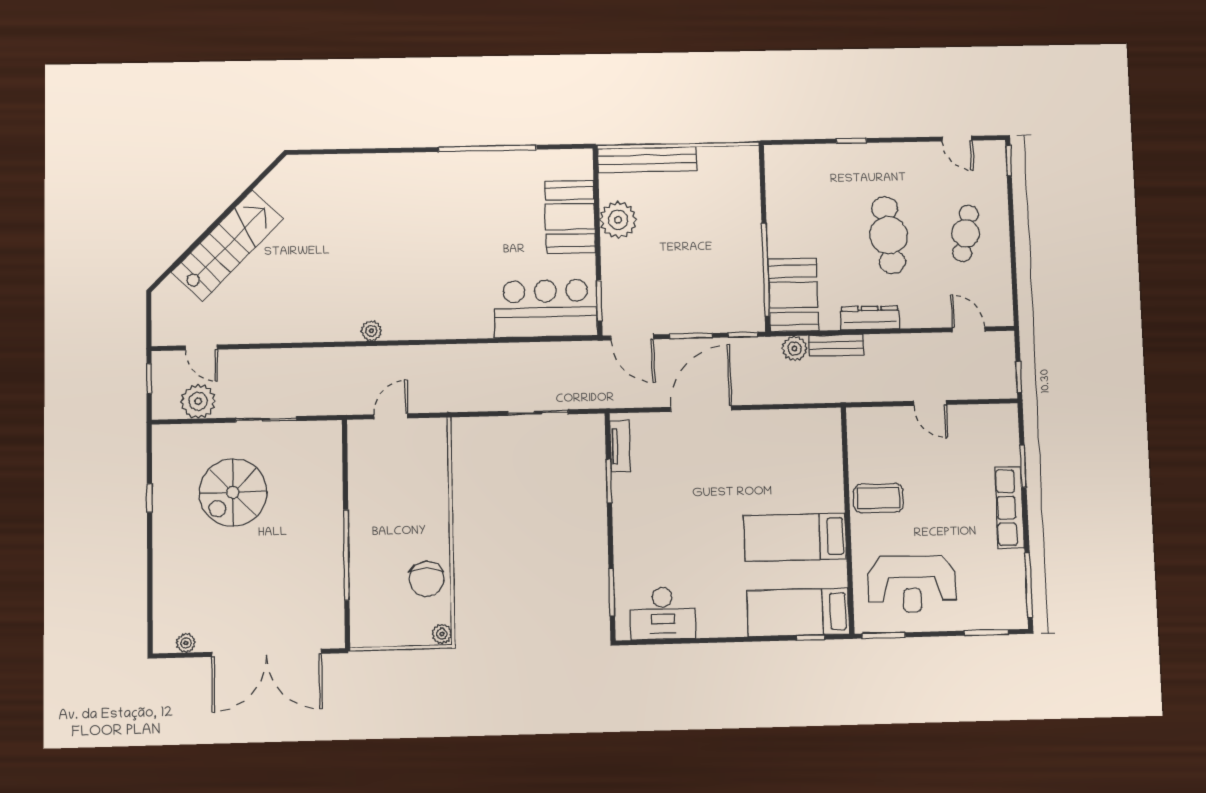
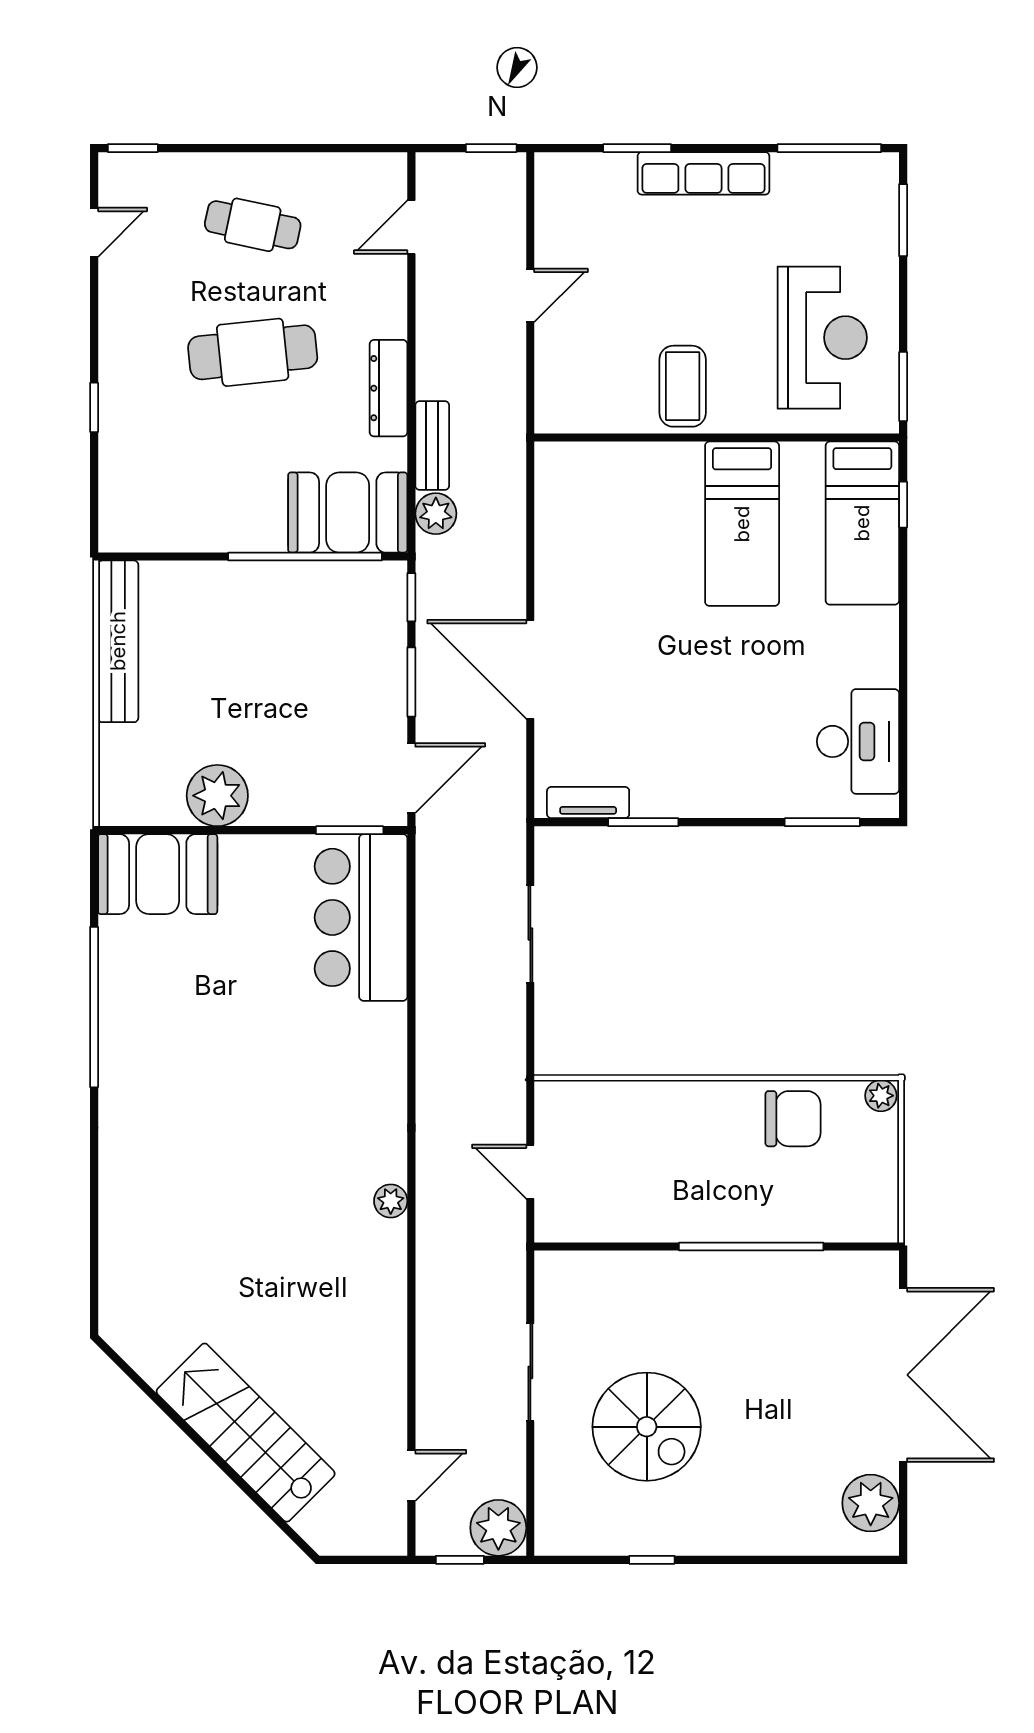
bench: (647, 159) -> (118, 641), moved
booth: (570, 217) -> (158, 874), moved
plant: (198, 401) -> (498, 1528), moved
plant: (186, 643) -> (871, 1503), width x1.88, depth x1.88

